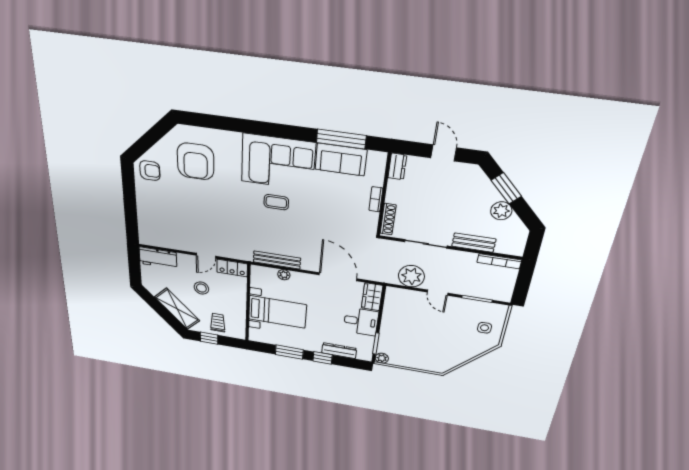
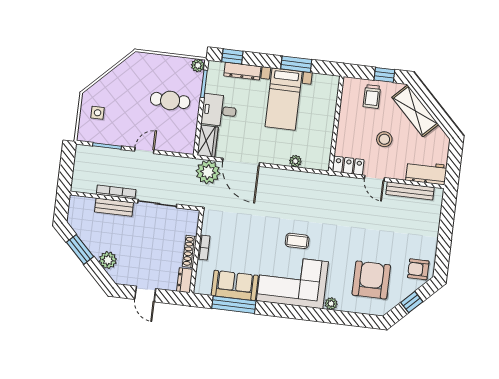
window: (151, 138) -> (412, 302), added
plant: (235, 138) -> (331, 304), added
window: (506, 188) -> (80, 249), moved
plant: (501, 211) -> (108, 260), moved
shoe rack: (388, 219) -> (190, 251), moved
door: (206, 256) -> (374, 178), swing flipped
bench: (277, 260) -> (410, 191), moved
bookcase: (499, 261) -> (116, 192), moved
plant: (411, 276) -> (208, 172), moved
door: (438, 293) -> (144, 150), hinge flipped
bed with nightstands: (277, 312) -> (284, 99), moved, turned -90
cafe table: (409, 333) -> (170, 100), added
window: (323, 358) -> (232, 56), moved

